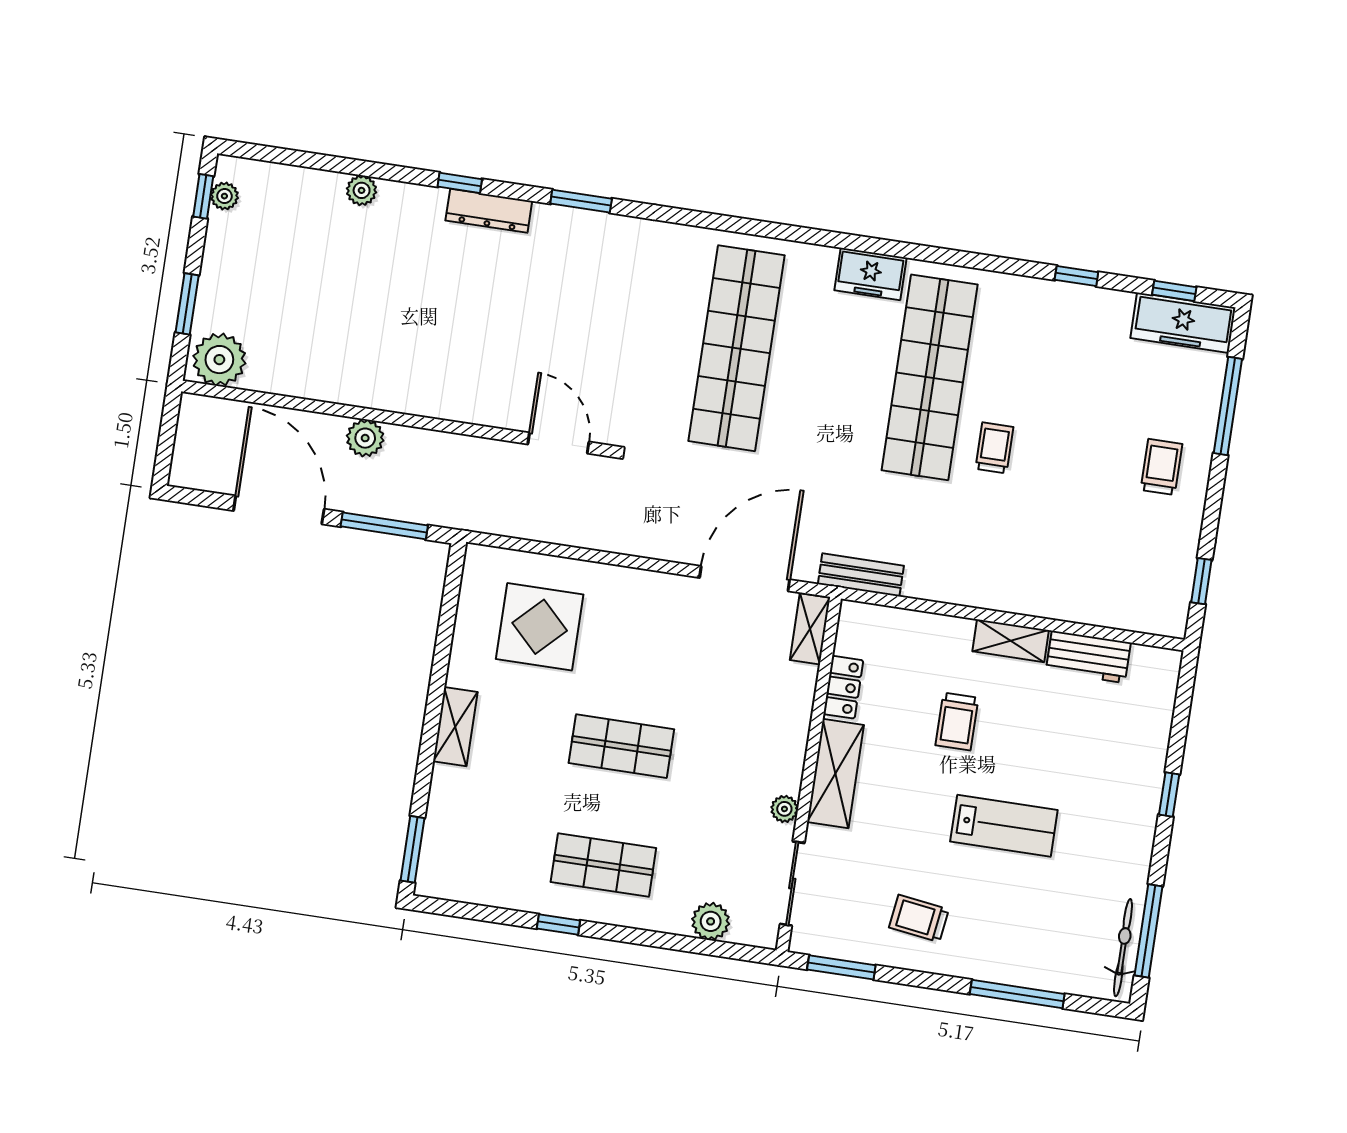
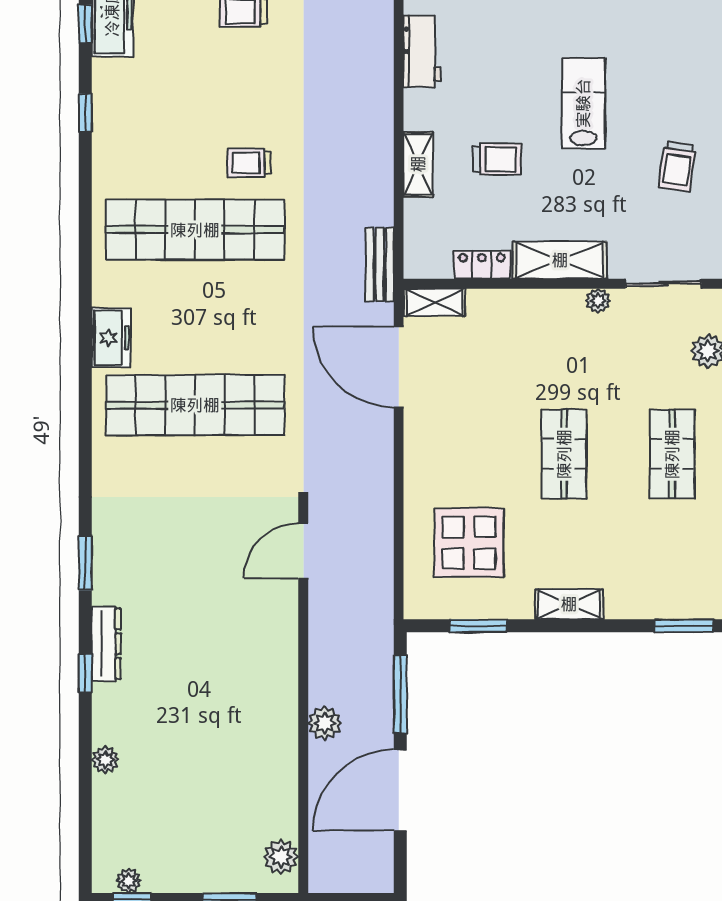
freezer: (870, 274) -> (111, 338), moved
plant: (219, 360) -> (281, 857), width x0.73, depth x0.73
window: (447, 623) -> (478, 626), added
shelving: (1011, 641) -> (418, 164), moved

